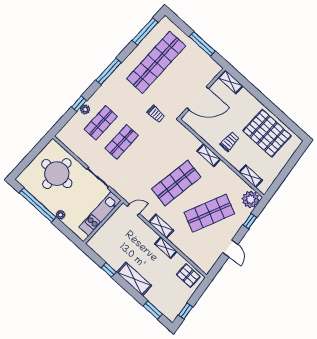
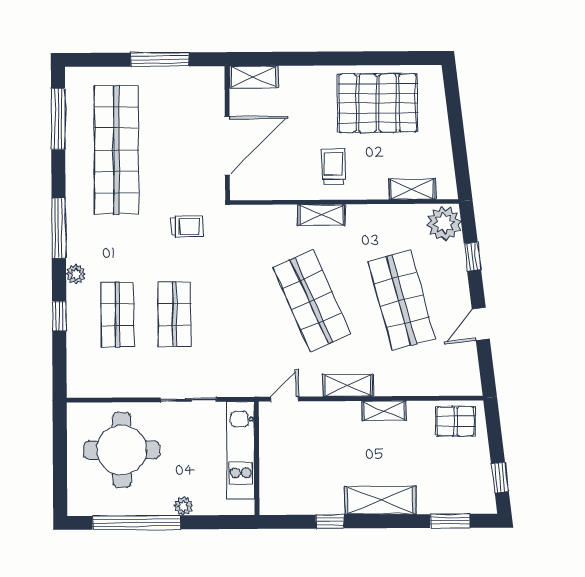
plant: (85, 109) -> (76, 274), moved
shop shelf: (176, 183) -> (311, 301), turned -33
shop shelf: (209, 213) -> (402, 300), turned -39
door: (230, 249) -> (481, 324), swing flipped

